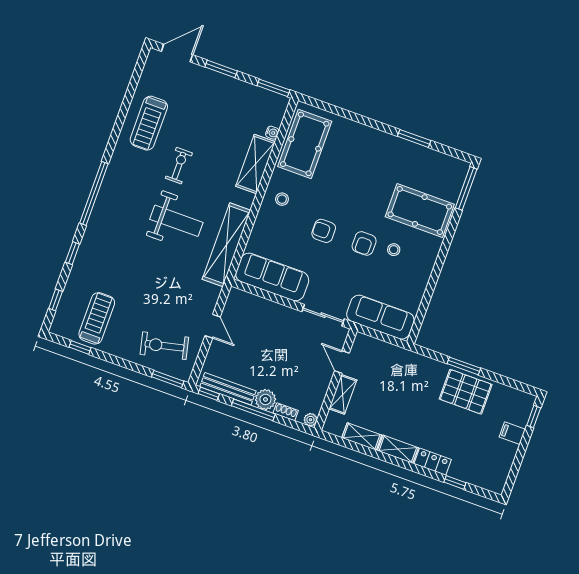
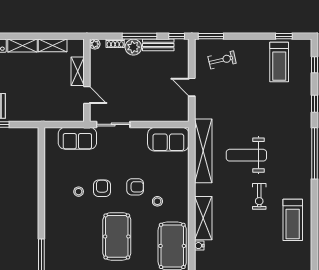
treadmill: (149, 123) -> (293, 220), turned 180
stool: (282, 199) -> (157, 201), moved
pool table: (420, 210) -> (117, 236), moved, turned 90
sofa: (272, 277) -> (168, 139), width x0.73
sofa: (380, 317) -> (77, 138), width x0.73
exercise bike: (164, 346) -> (222, 60), width x0.73, depth x0.72
bench: (228, 389) -> (158, 45), width x0.73

